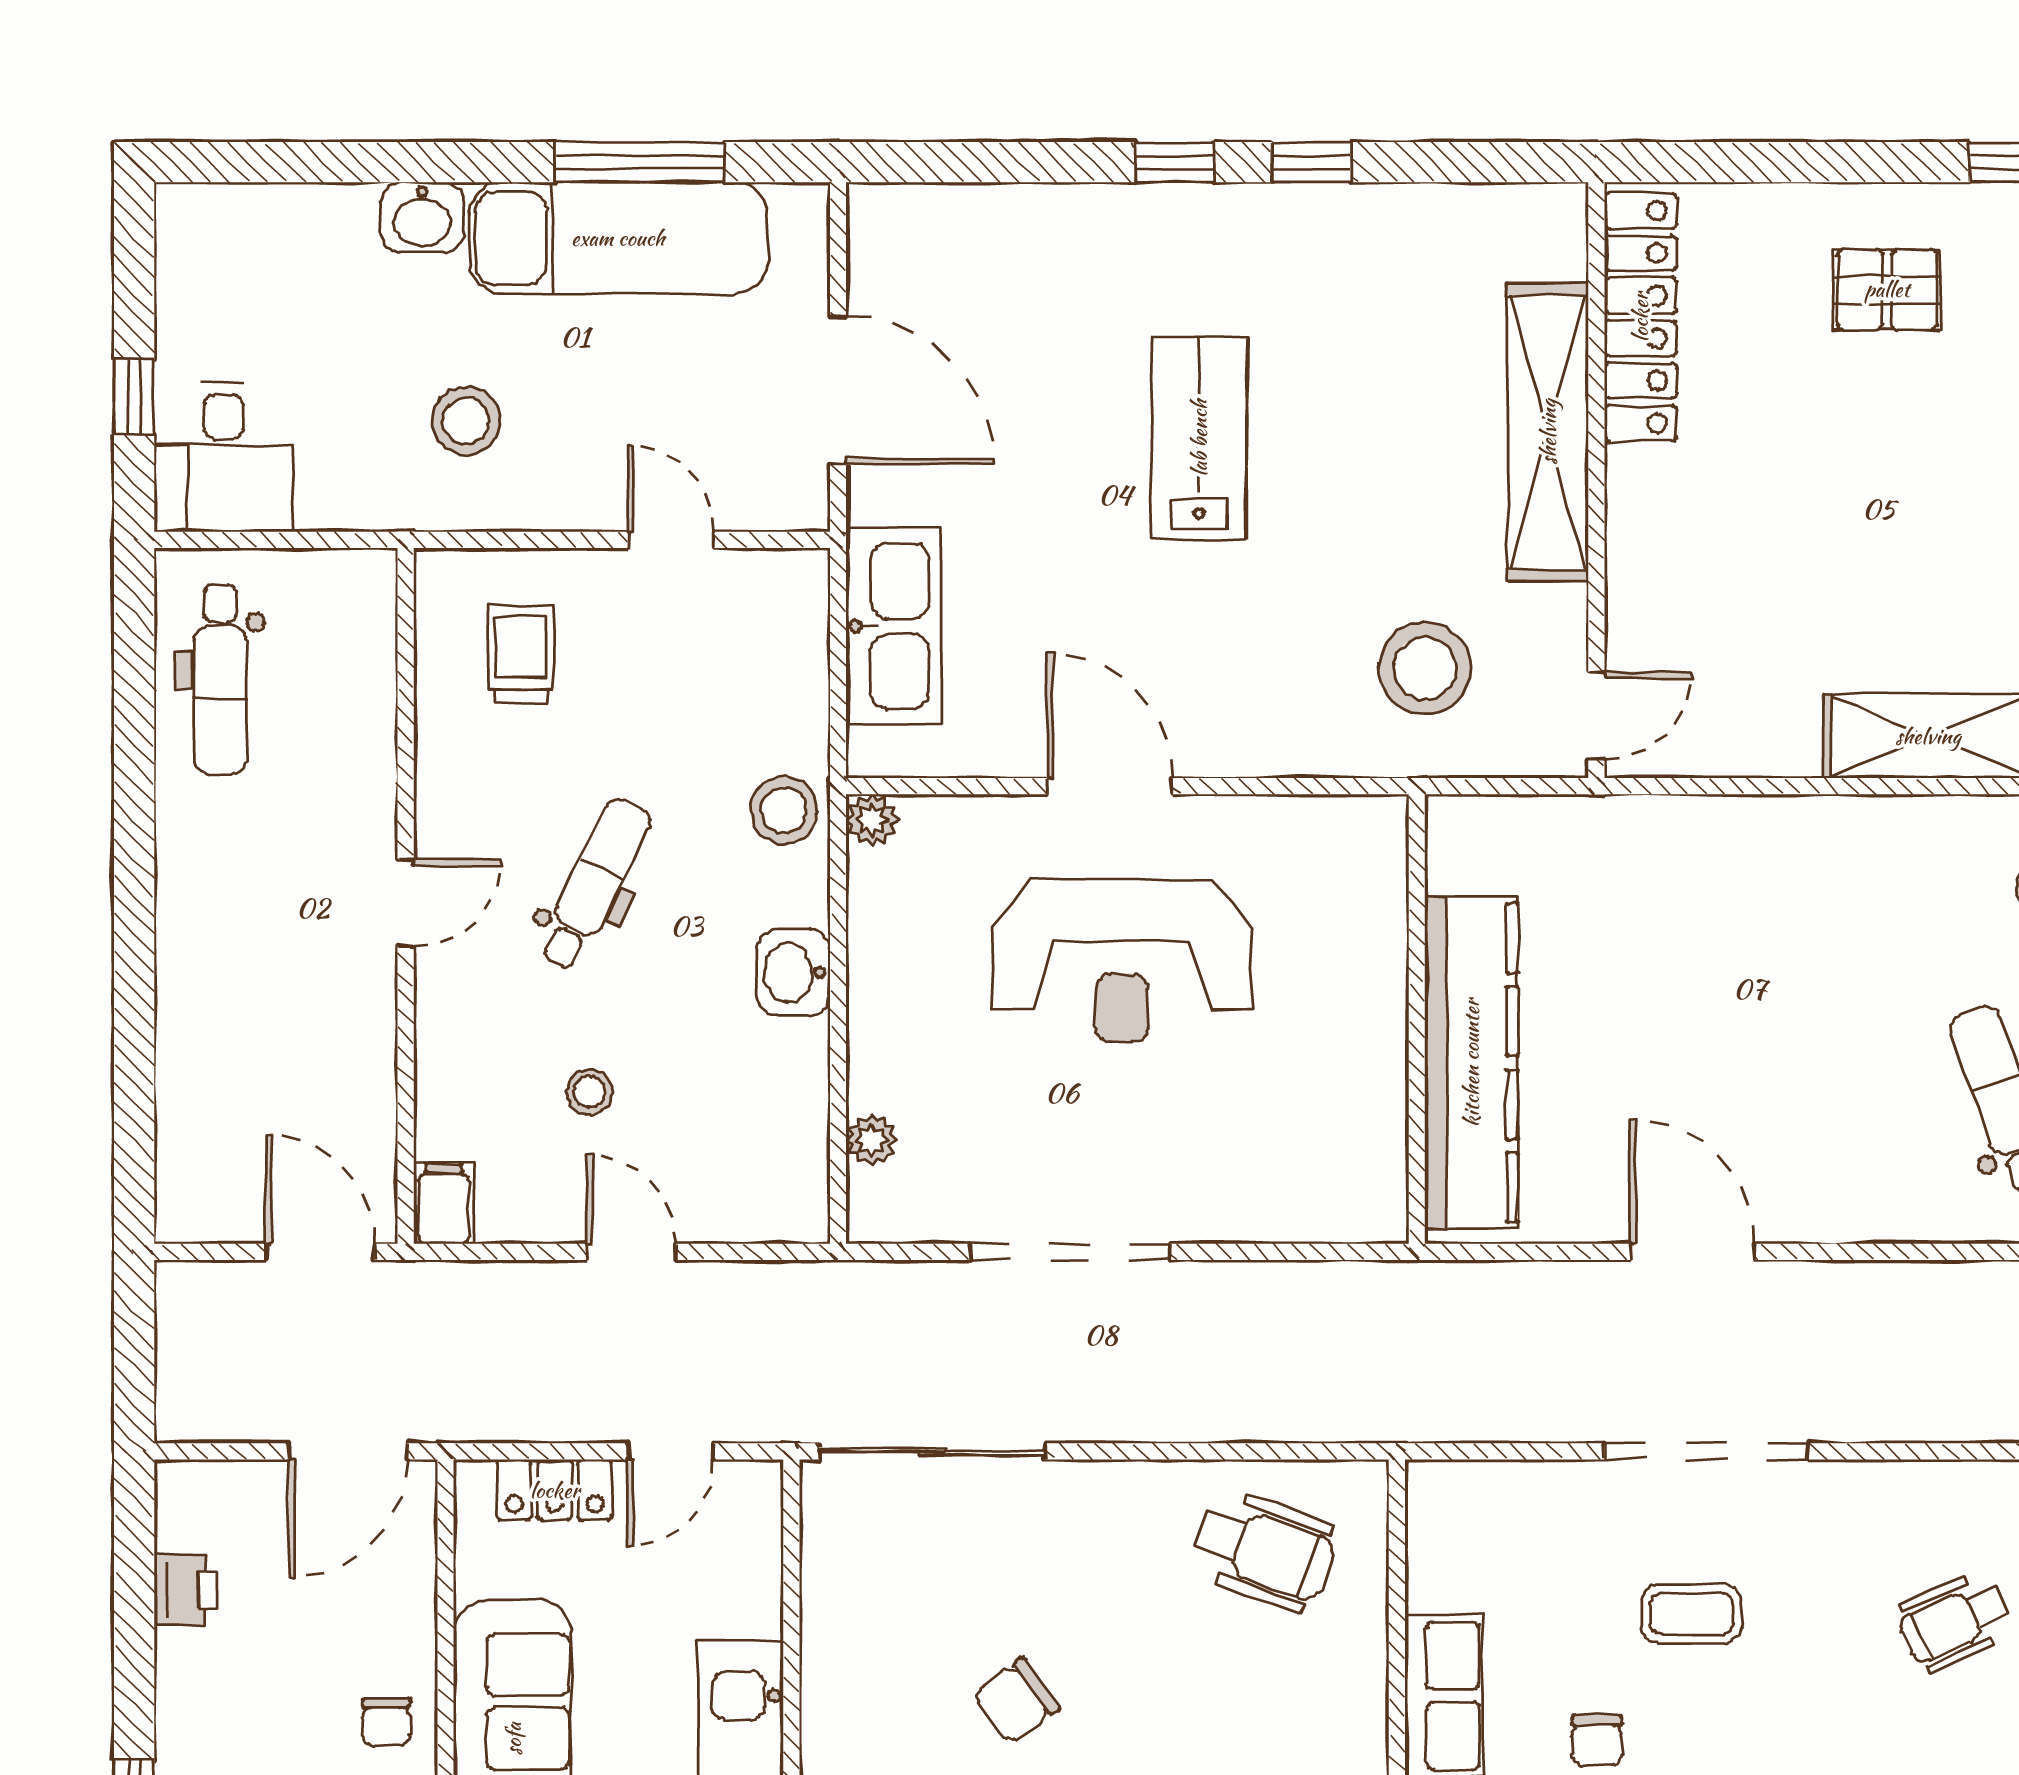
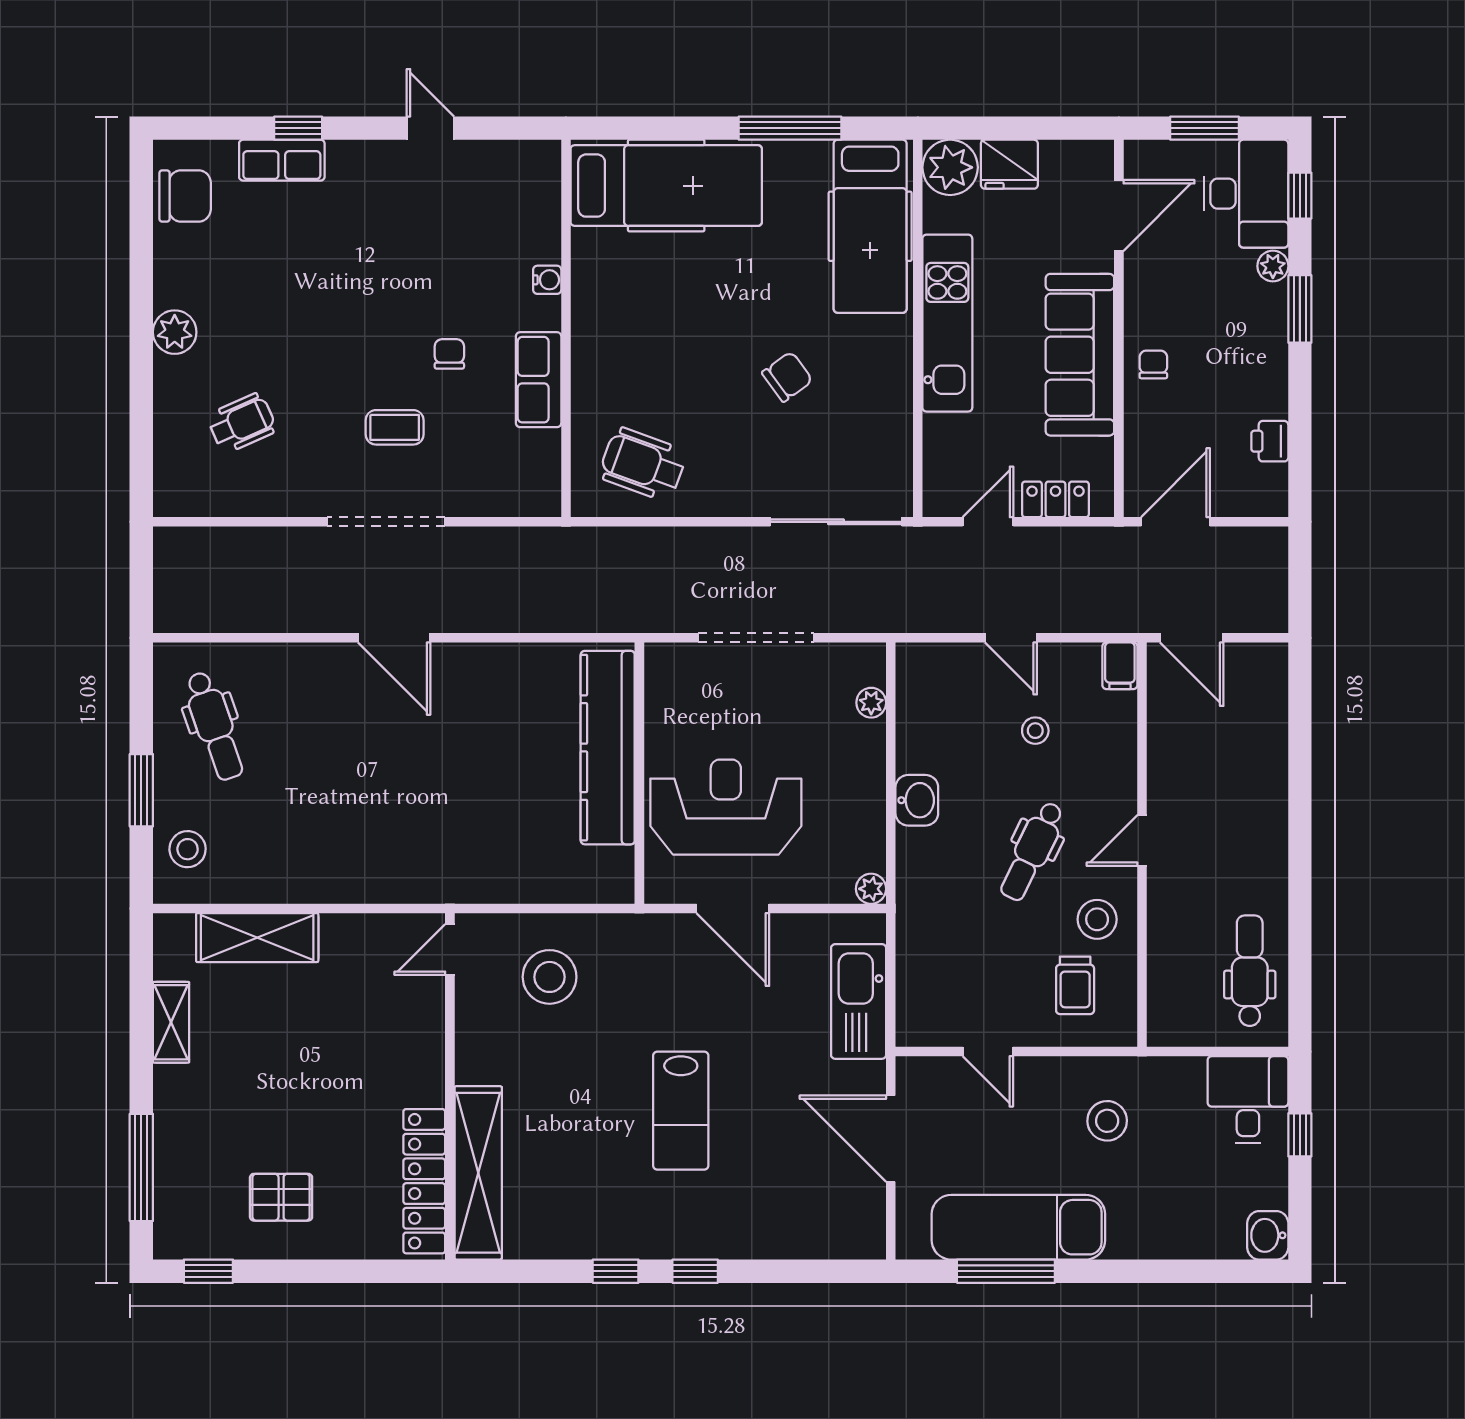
washbasin: (422, 217) -> (1268, 1235), moved, turned -90
shelving: (1548, 432) -> (478, 1173), moved
stool: (784, 810) -> (1097, 919), moved
wall: (1417, 1019) -> (639, 773), moved
kitchen counter: (1471, 1063) -> (608, 748), moved

